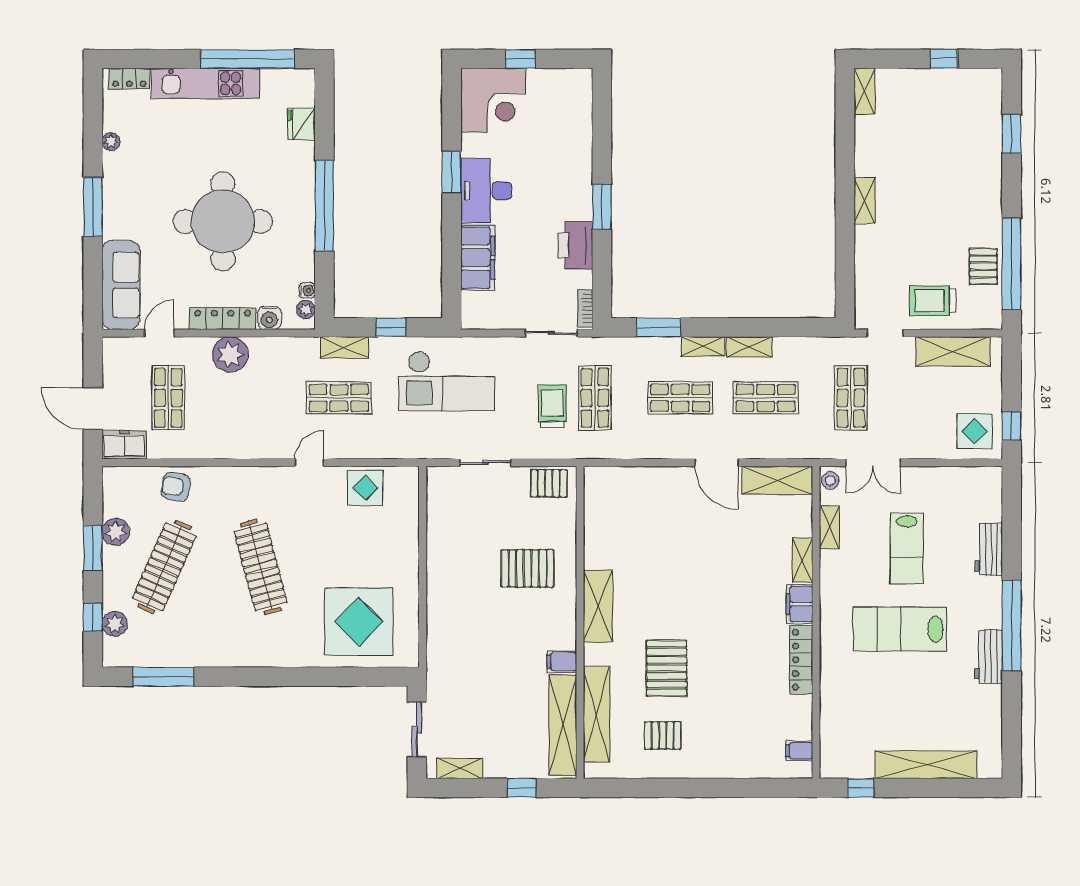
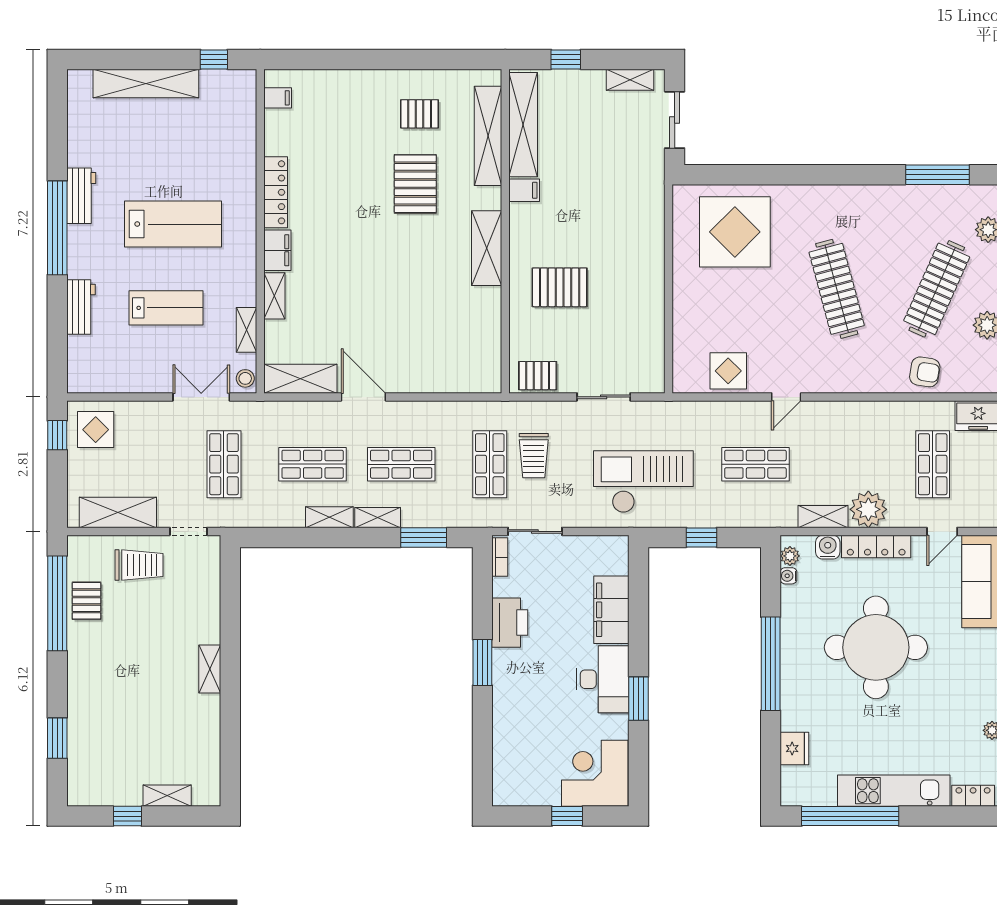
shelving: (865, 91) -> (167, 796), moved, turned 90
shelving: (345, 347) -> (823, 517), moved
lab bench: (907, 548) -> (166, 308), turned 90

